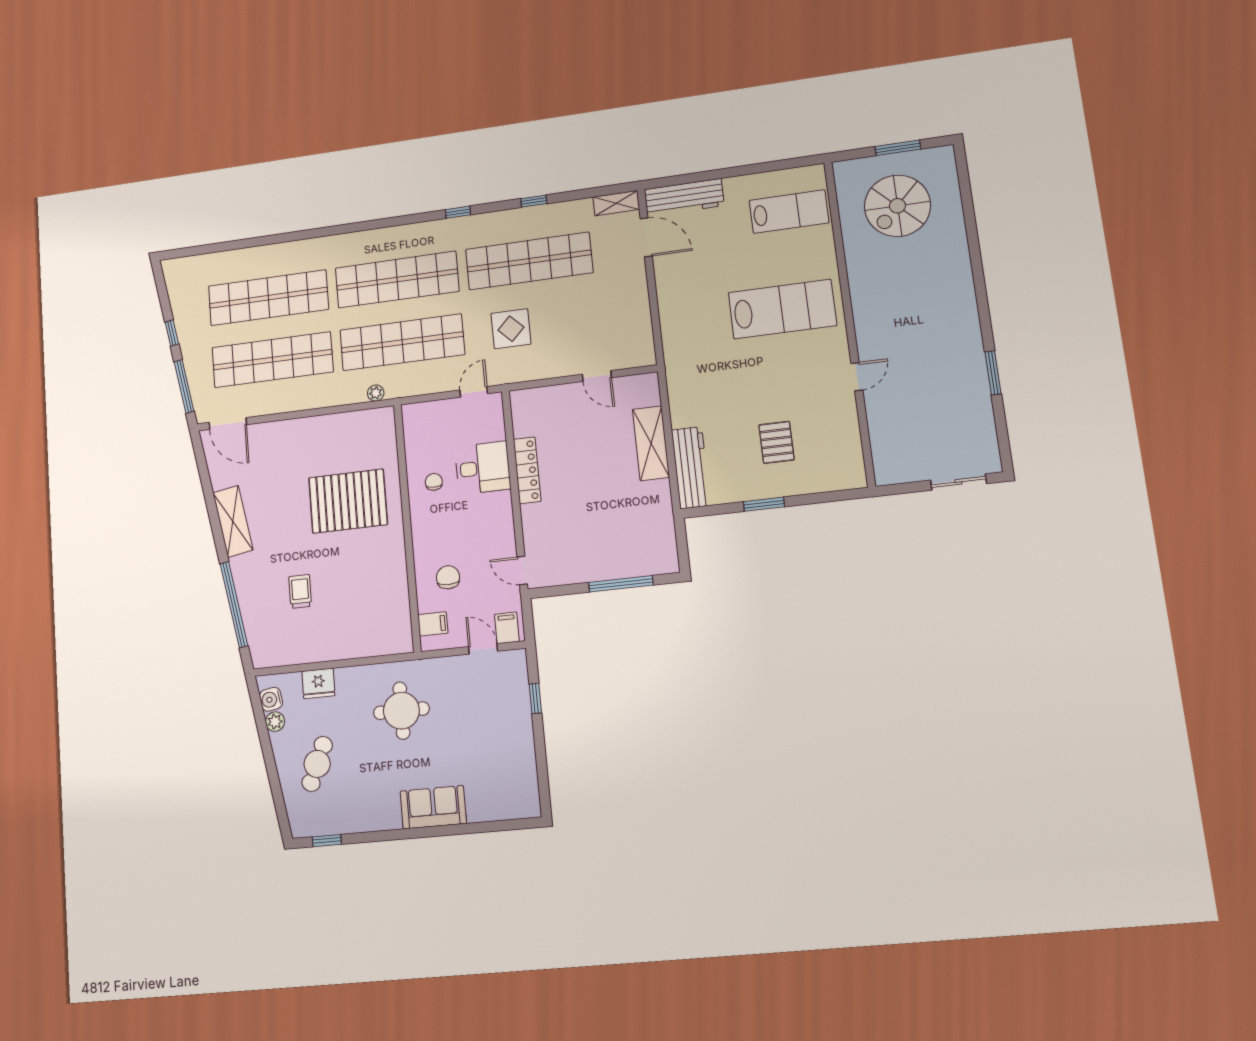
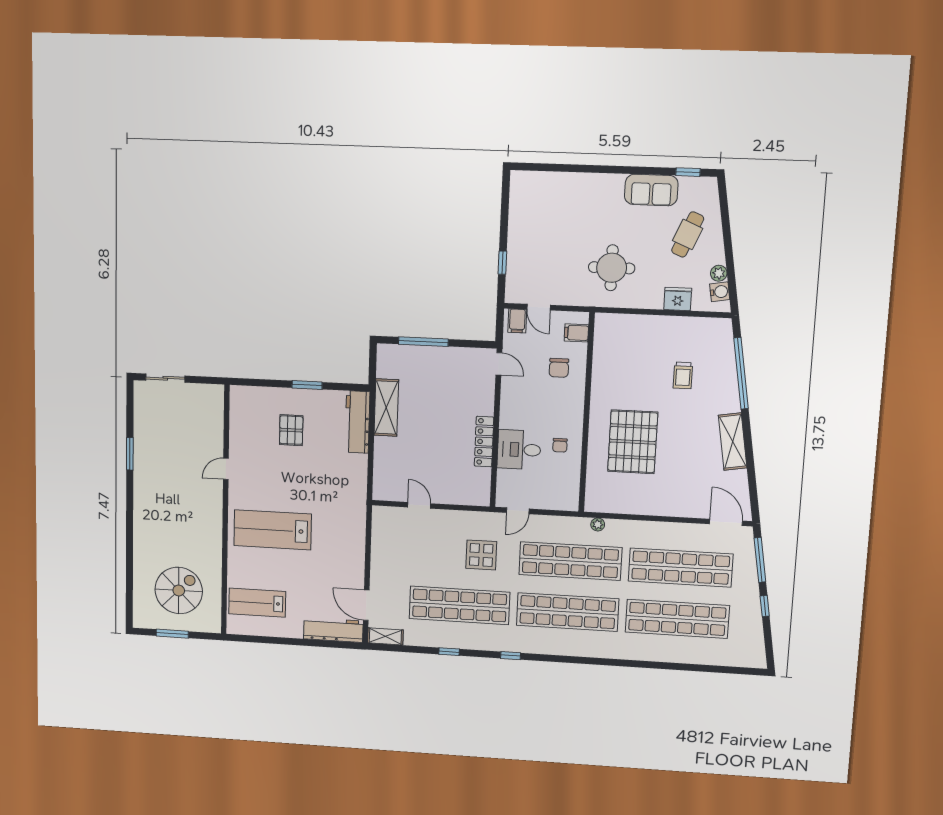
shelving: (651, 443) -> (386, 408), moved
pallet: (348, 501) -> (633, 442), turned 90
sofa: (433, 807) -> (651, 190), moved

